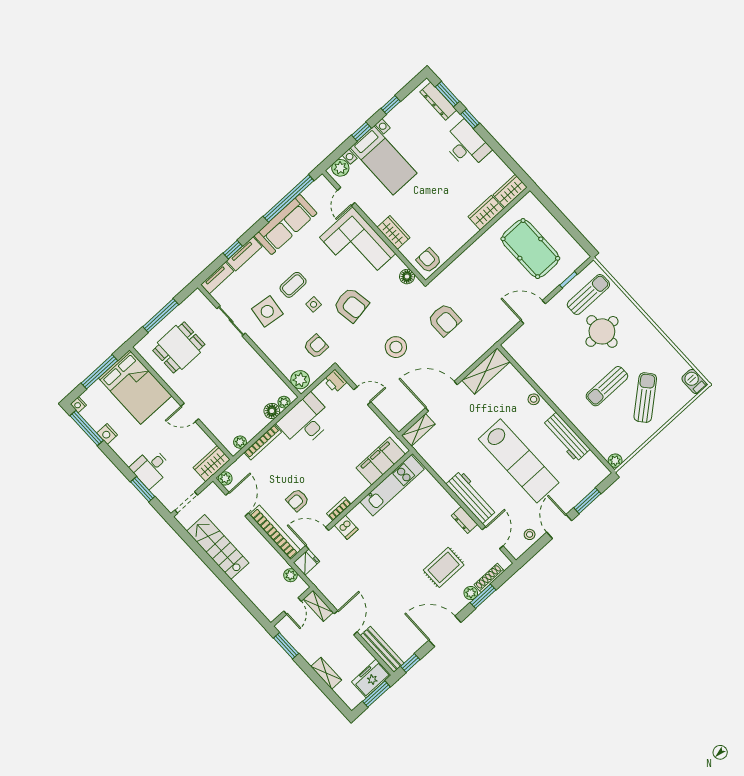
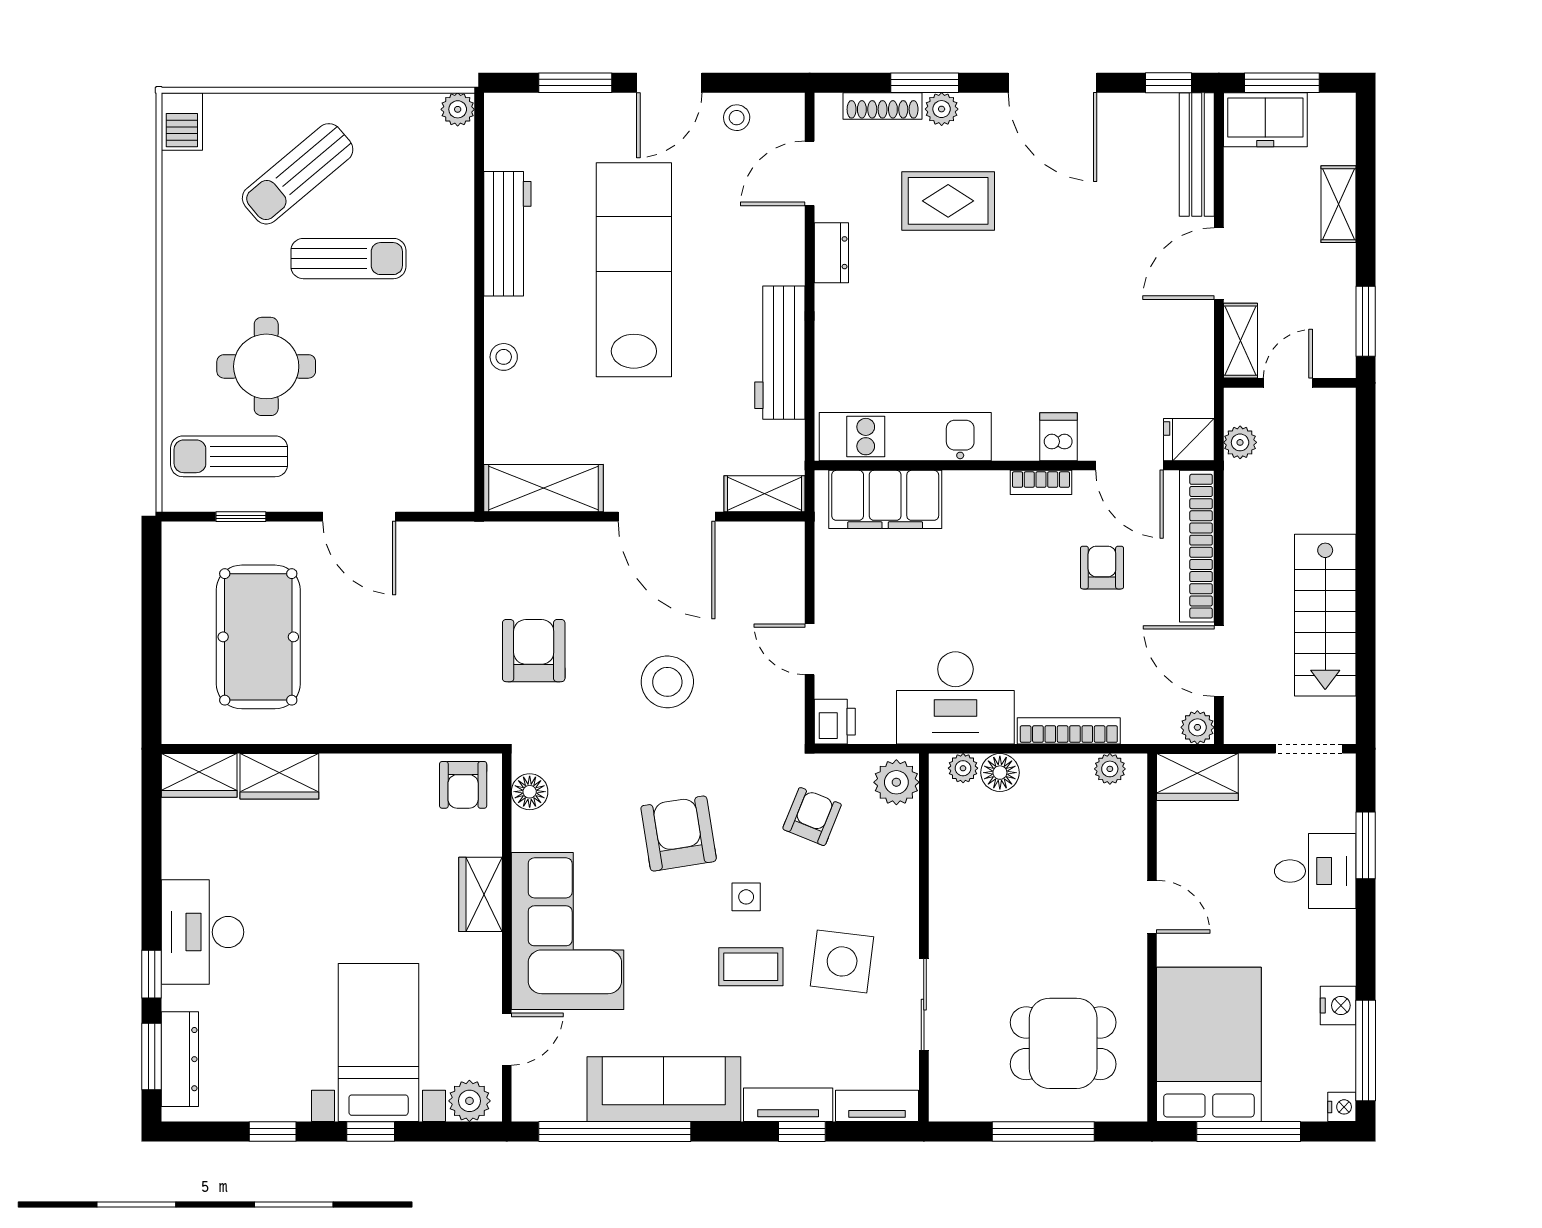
armchair: (316, 346) -> (812, 817), turned 112
workbench: (472, 497) -> (780, 353), moved
armchair: (297, 500) -> (1102, 568), turned -90
door: (237, 504) -> (1219, 661), hinge flipped

